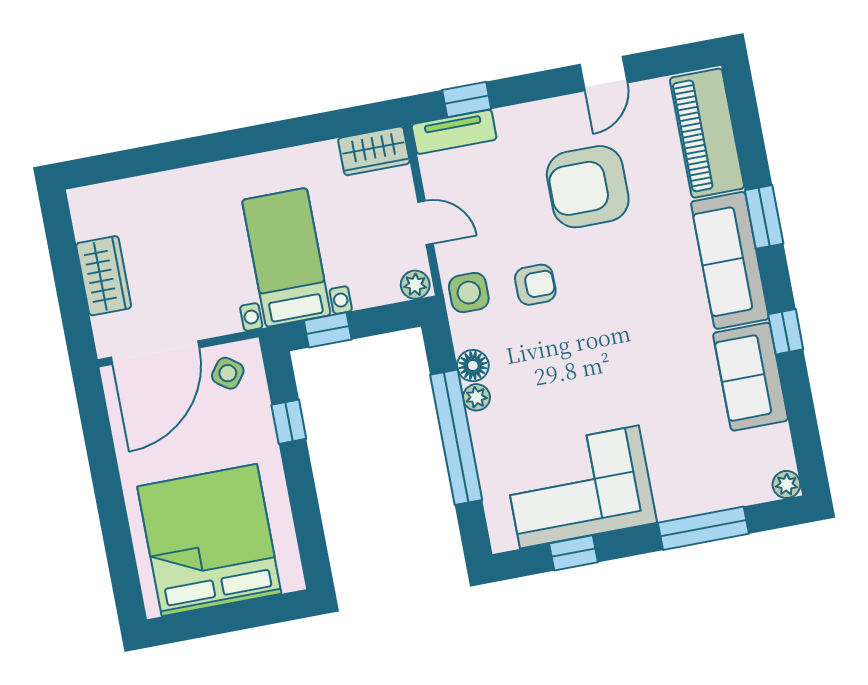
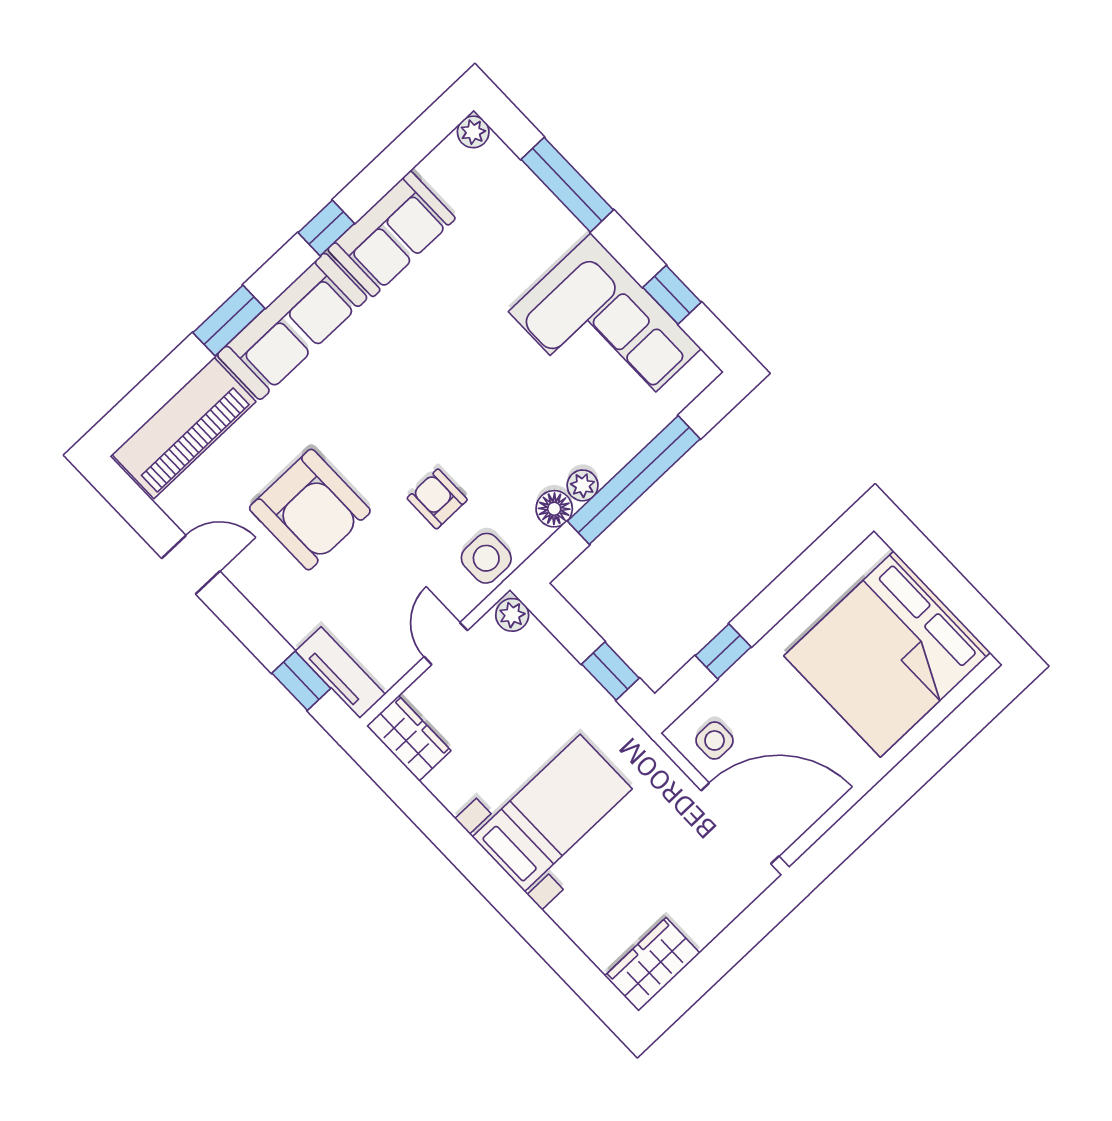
bed with nightstands: (286, 257) -> (552, 813), moved, turned 180
wardrobe: (104, 276) -> (652, 964), moved
side table: (228, 373) -> (715, 740), turned -36

